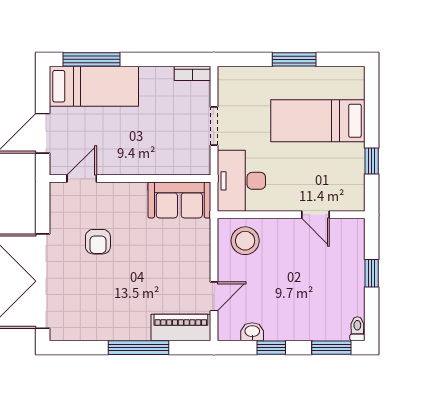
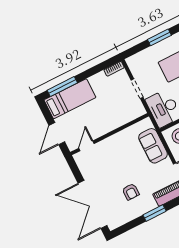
sofa: (179, 200) -> (153, 146), moved, turned 90
armchair: (98, 242) -> (131, 192), moved
window: (138, 348) -> (155, 213), width x0.69

